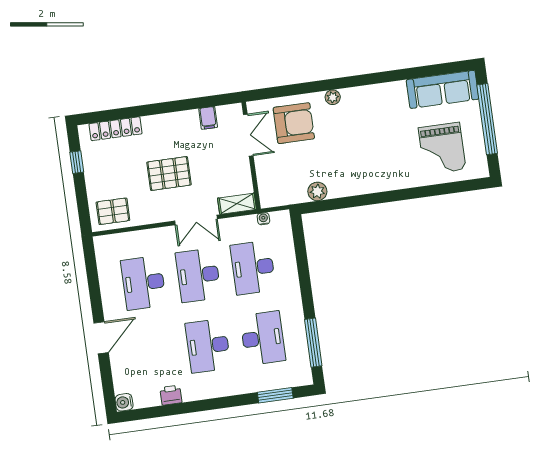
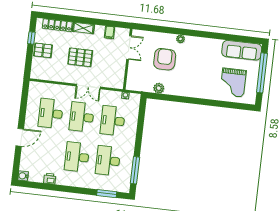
armchair: (294, 123) -> (165, 59), moved, turned -90
shelving: (237, 204) -> (83, 28), moved
pallet: (113, 211) -> (43, 50), moved
desk: (263, 338) -> (108, 161), turned 180

